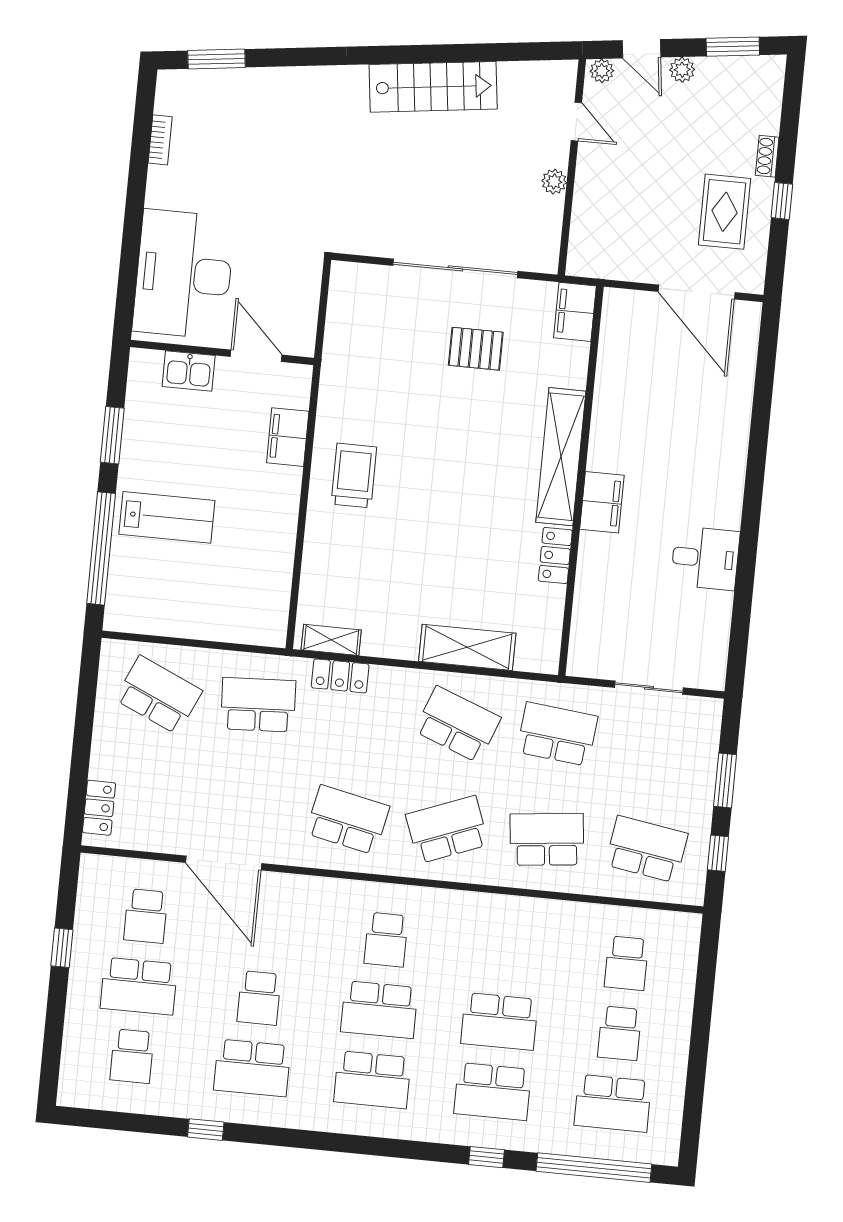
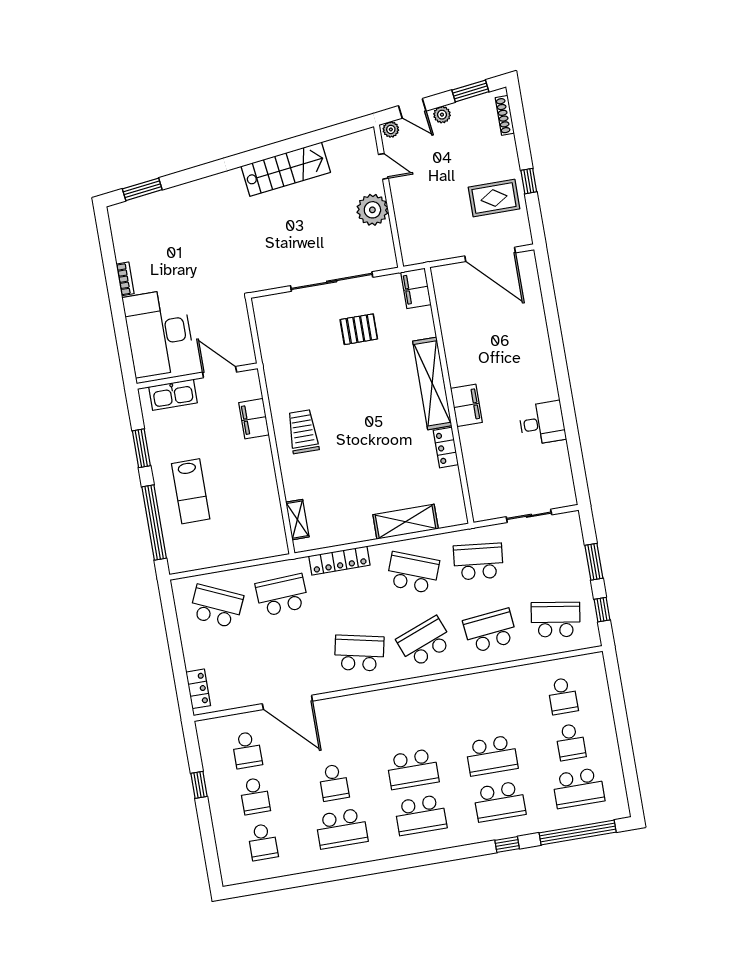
bookcase: (160, 140) -> (125, 279), moved
shoe rack: (767, 156) -> (505, 115), moved, width x1.43
plant: (554, 182) -> (372, 210), width x1.87, depth x1.87
rug: (725, 212) -> (494, 198), turned 90
kitchen sink: (189, 371) -> (173, 395), width x1.38
lab bench: (167, 517) -> (191, 491), turned 90
shelving: (331, 640) -> (297, 520), moved, turned 90
locker: (340, 676) -> (339, 561), width x1.53
school desk: (386, 940) -> (405, 723), removed
school desk: (139, 986) -> (255, 796), width x0.54
window: (206, 1130) -> (323, 876), removed

